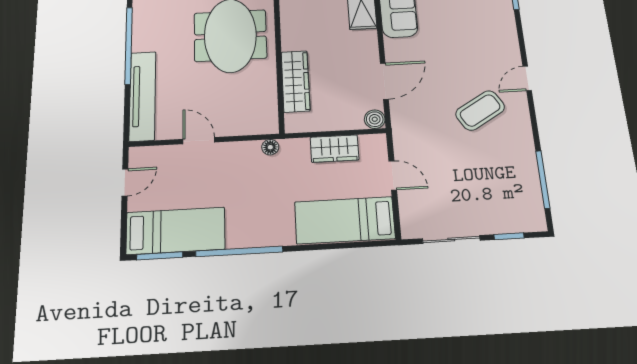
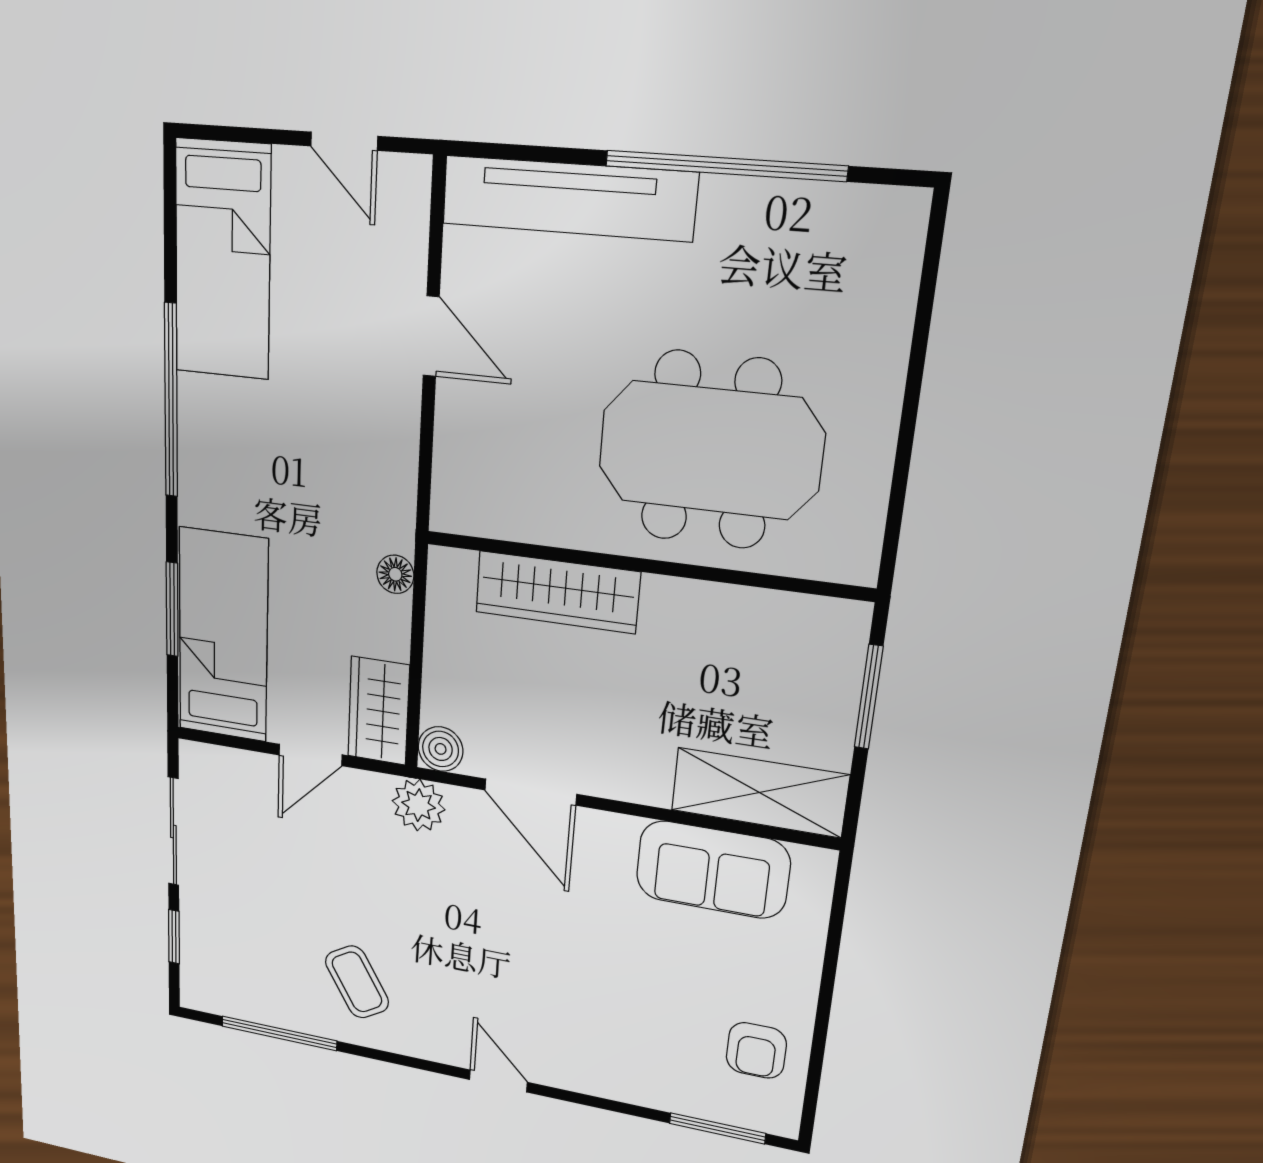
coffee table: (480, 110) -> (357, 982), moved, width x0.73, depth x0.77
plant: (404, 126) -> (419, 805), added
door: (199, 141) -> (431, 336), hinge flipped
floor lamp: (270, 147) -> (395, 574), moved
wardrobe: (334, 149) -> (378, 711), moved
window: (160, 256) -> (172, 609), moved

